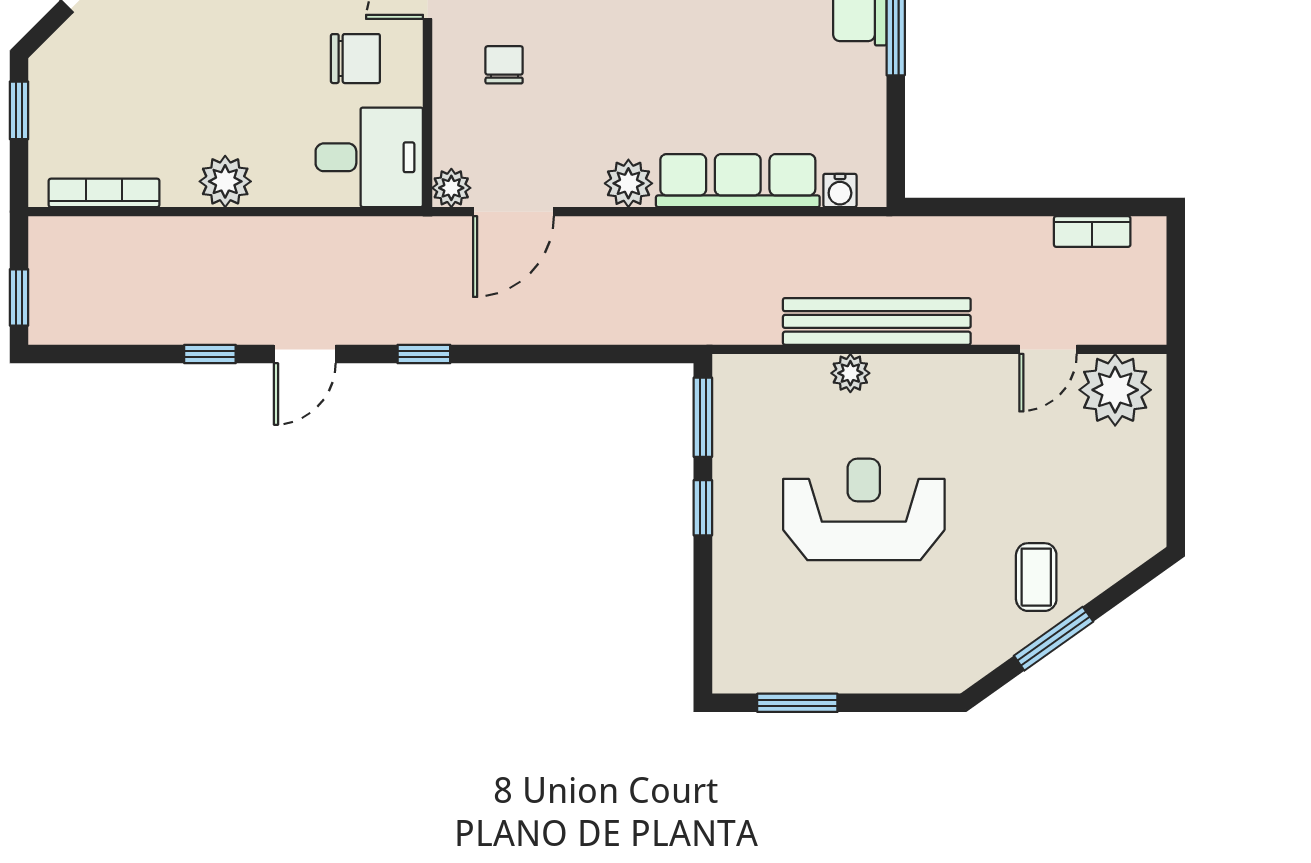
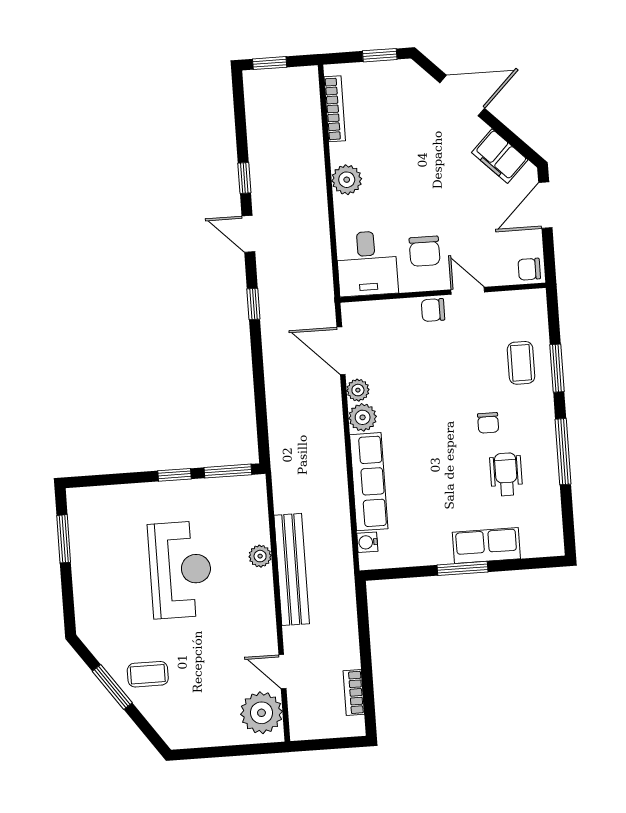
chair: (504, 65) -> (433, 310), moved, turned 180
plant: (451, 188) -> (358, 390), moved

